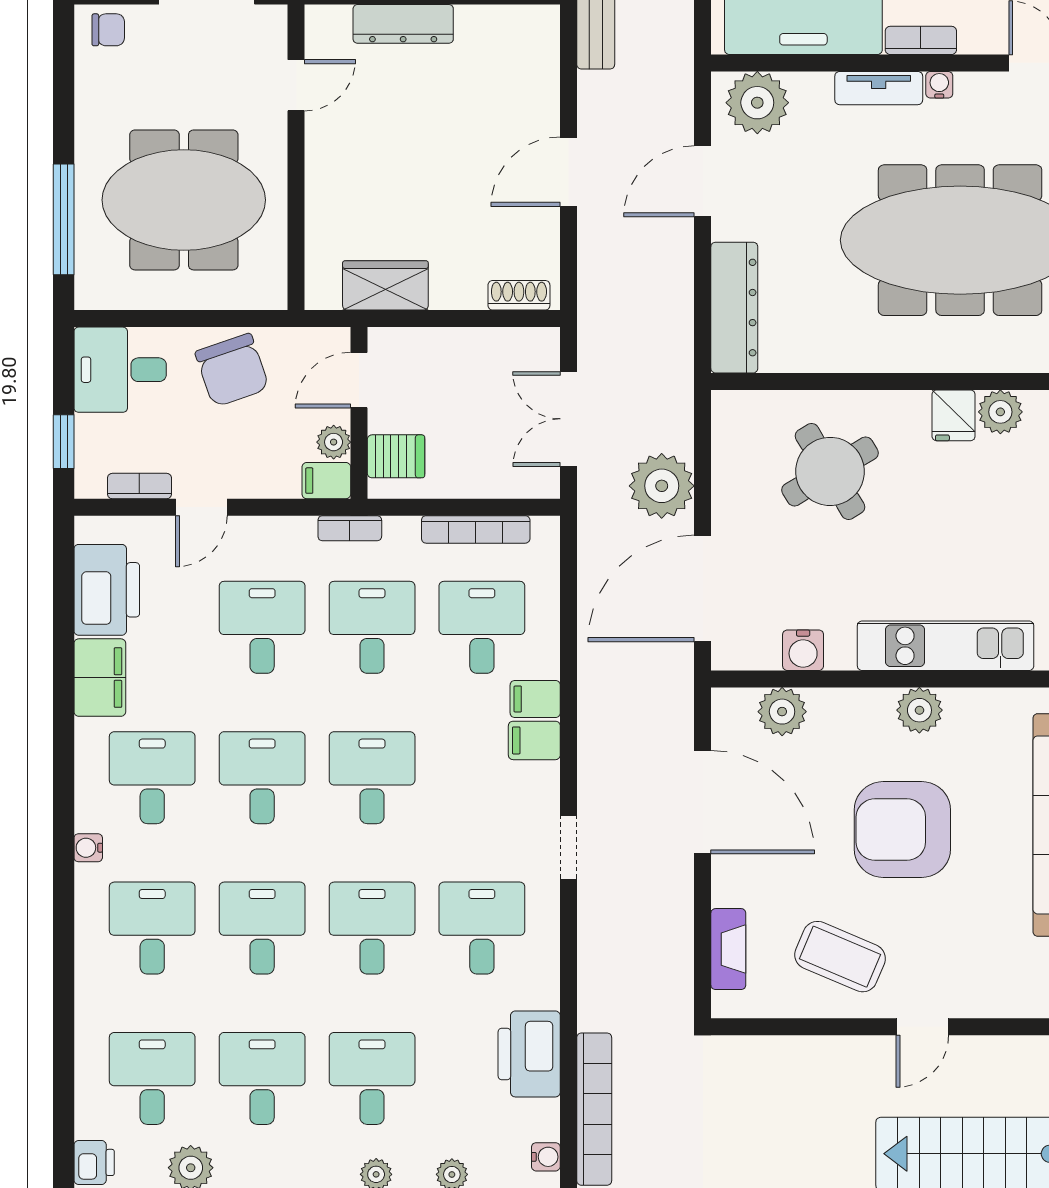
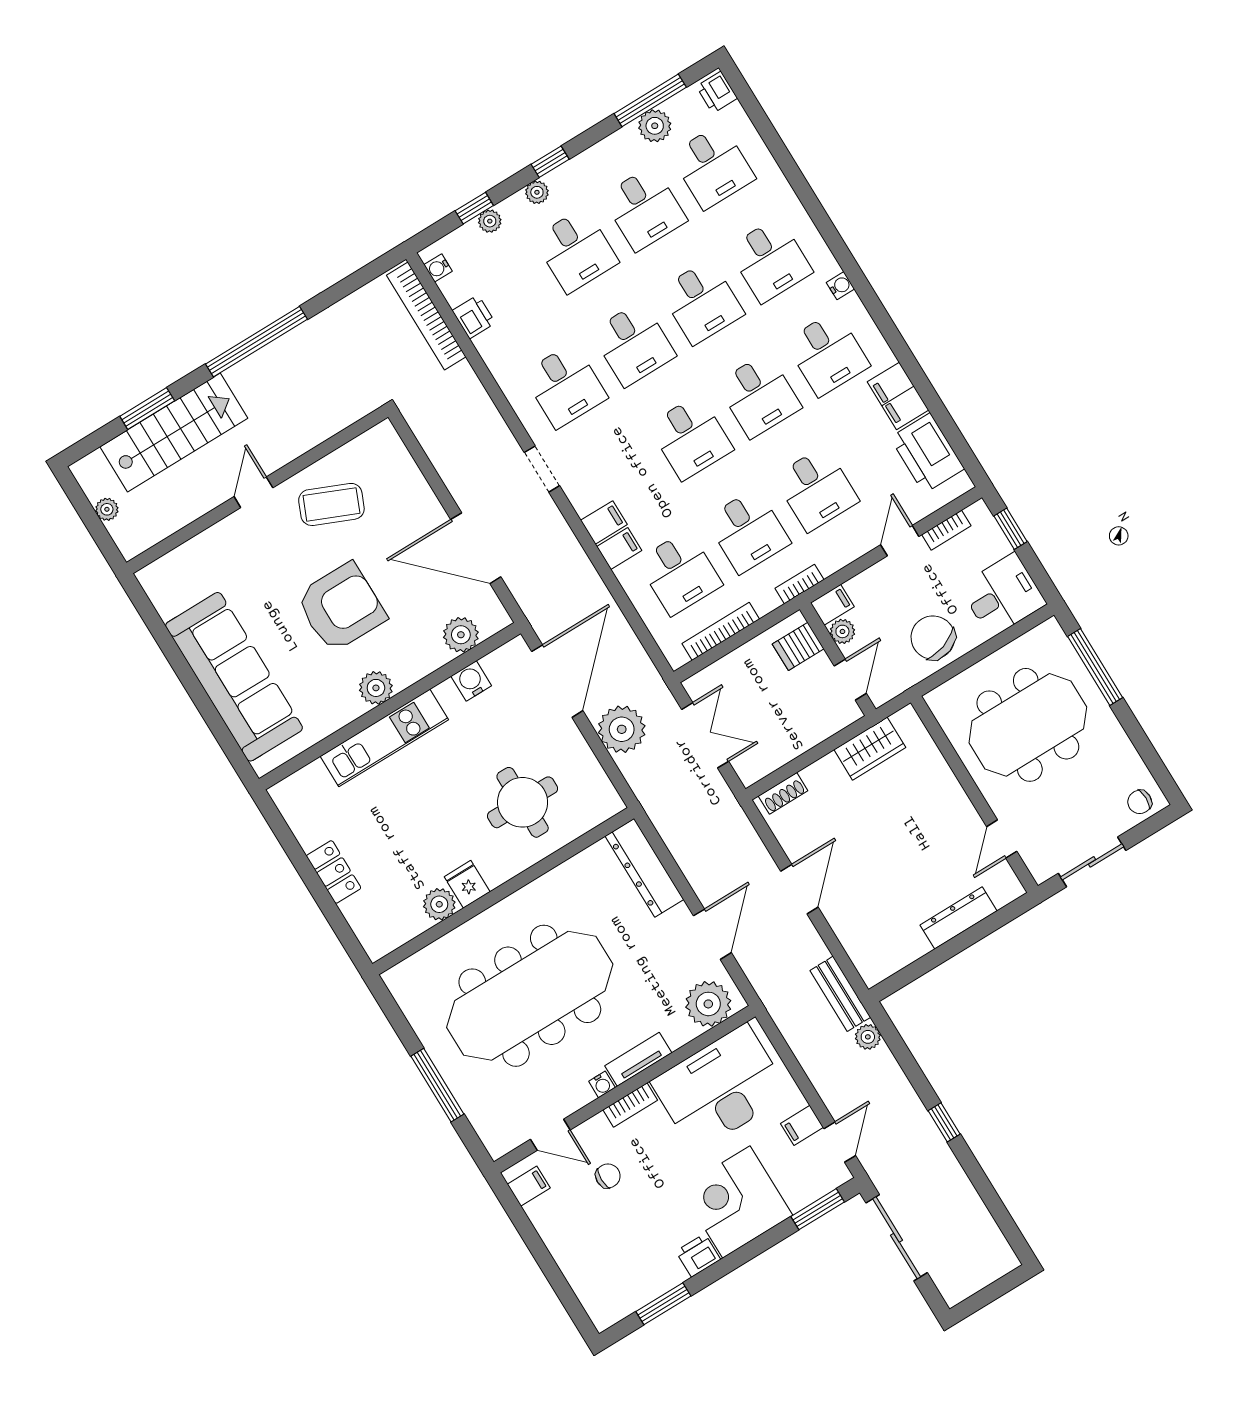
round table: (830, 471) -> (523, 802), turned 31
fireplace: (728, 949) -> (404, 467), removed
printer: (529, 1054) -> (474, 317), width x0.53, depth x0.68

